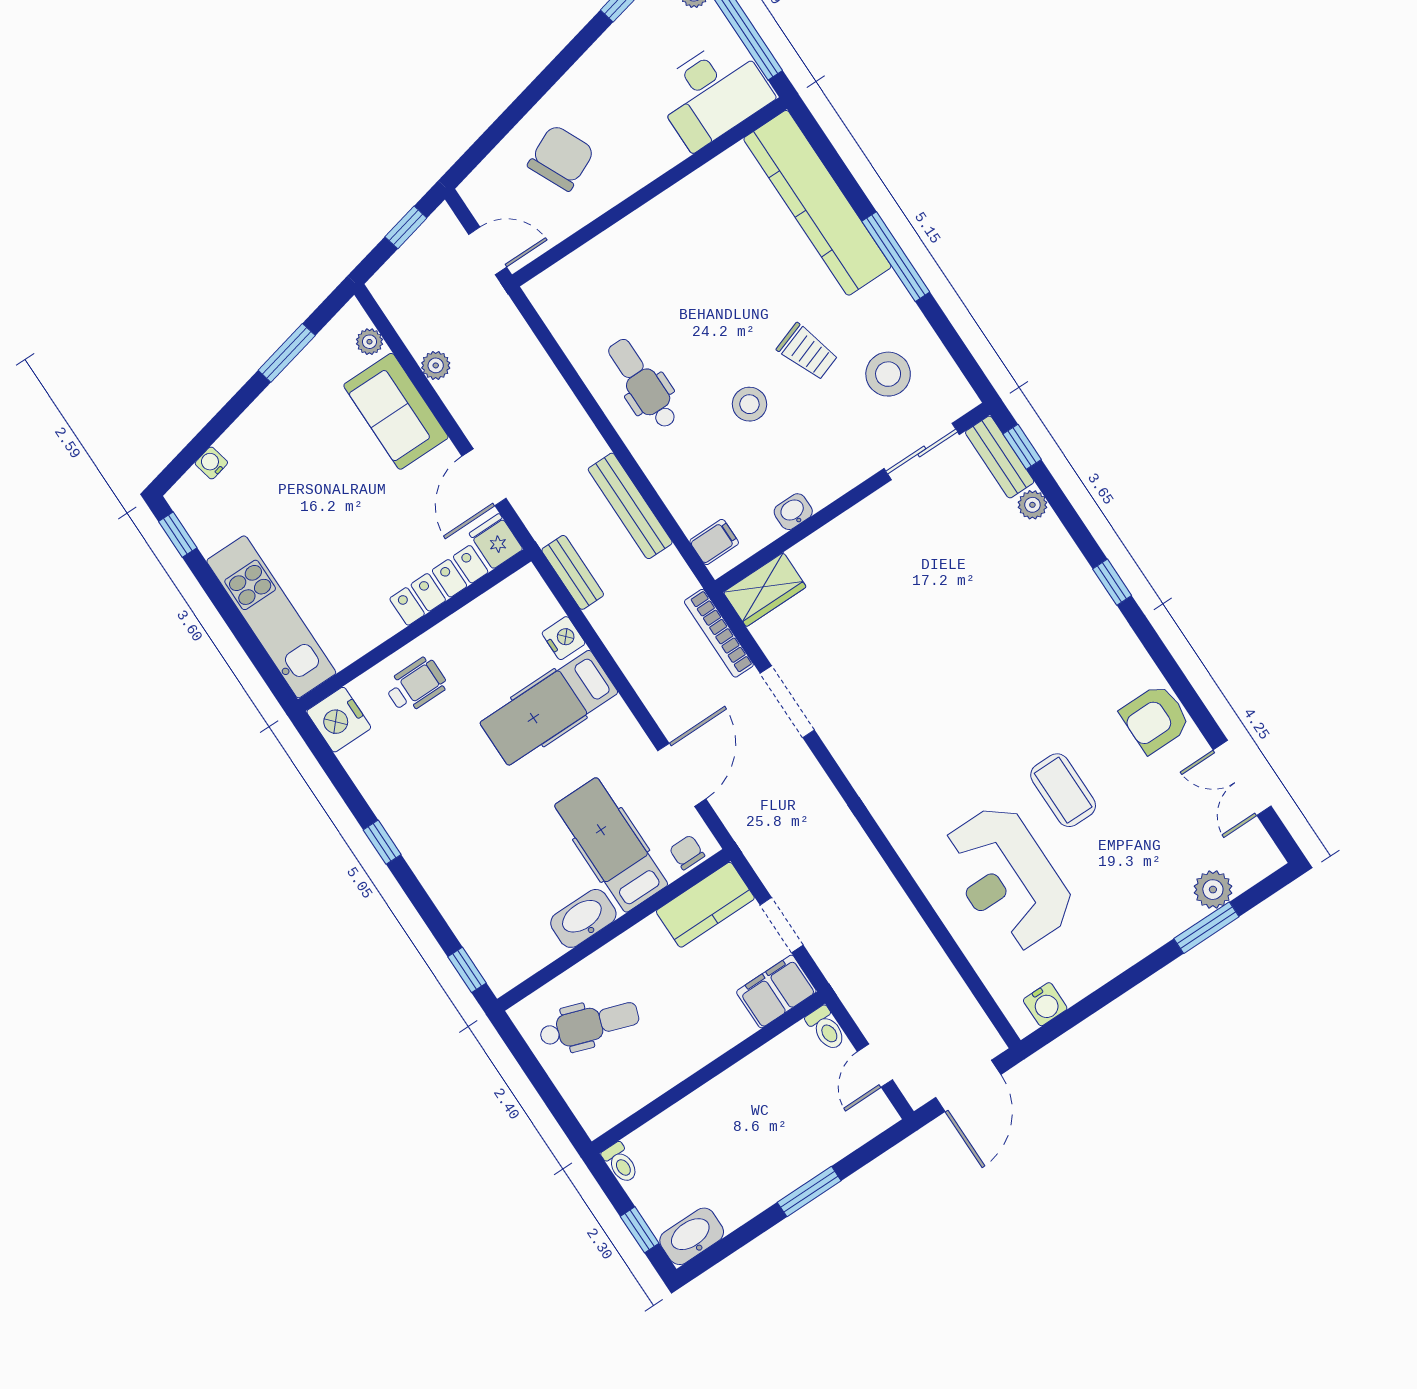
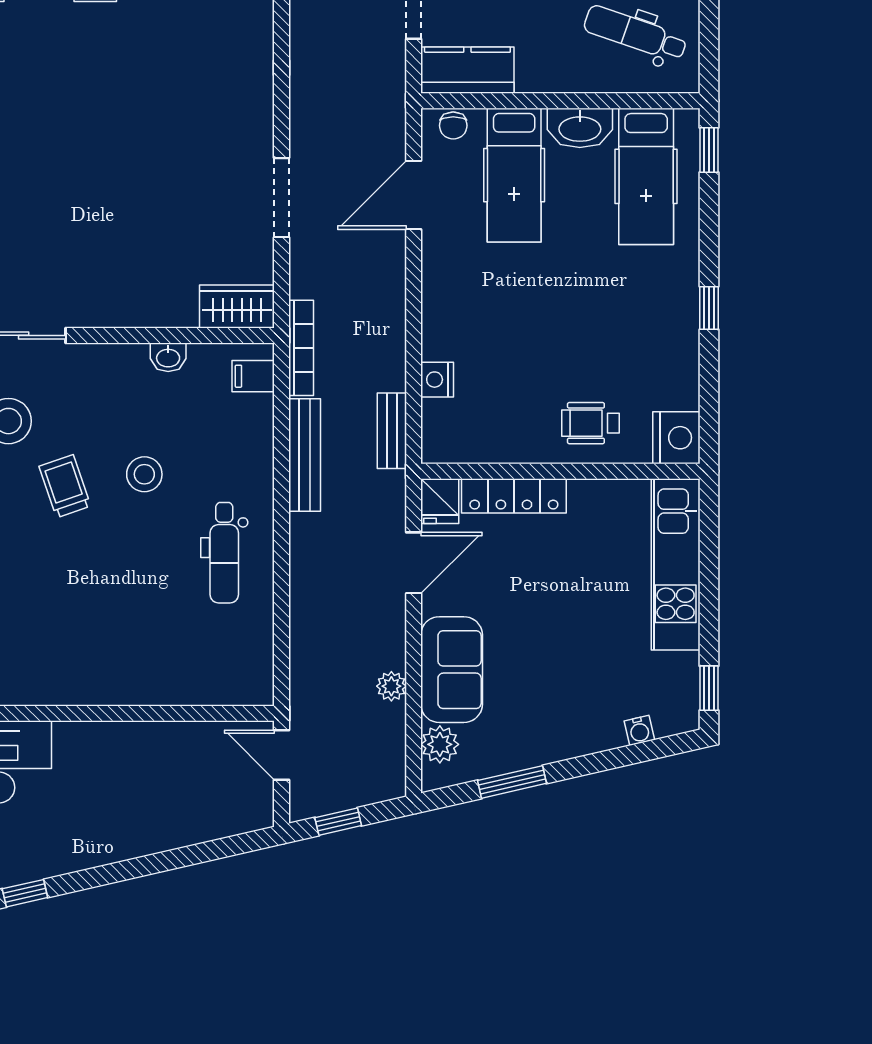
chair: (561, 158) -> (166, 793), removed
plant: (369, 342) -> (440, 744), width x1.38, depth x1.38
bookcase: (719, 633) -> (301, 348), moved
hospital bed: (549, 708) -> (646, 176), moved, turned 90

